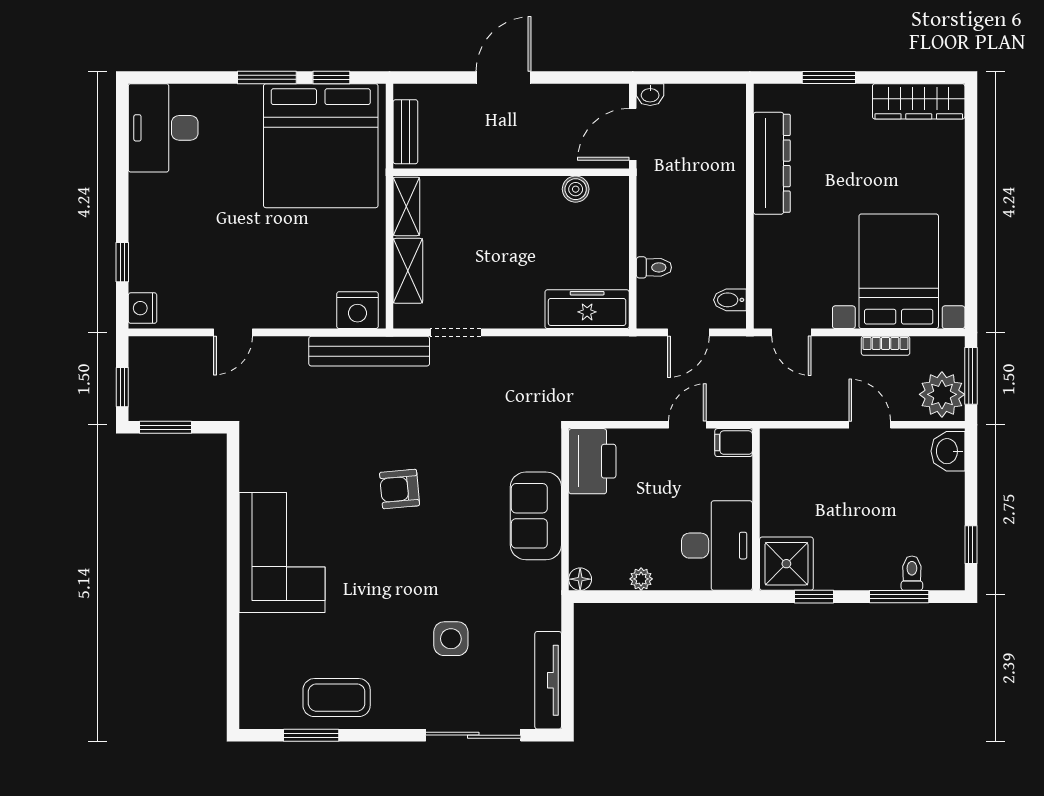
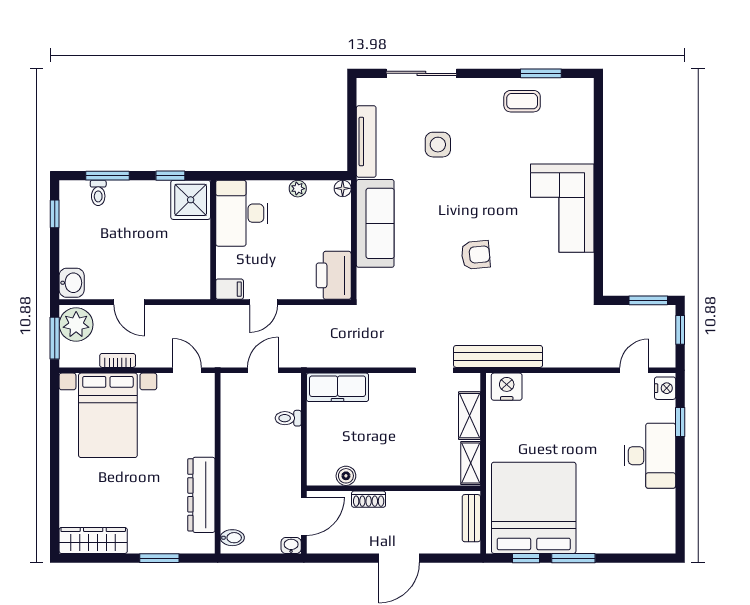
desk: (163, 128) -> (650, 456), moved
shoe rack: (545, 157) -> (369, 499), added
bidet: (730, 300) -> (232, 538), moved
door: (233, 332) -> (634, 370), moved
sofa: (536, 516) -> (375, 223), width x1.36
tv unit: (548, 680) -> (366, 142), moved
coffee table: (337, 698) -> (522, 101), width x0.73, depth x0.77

